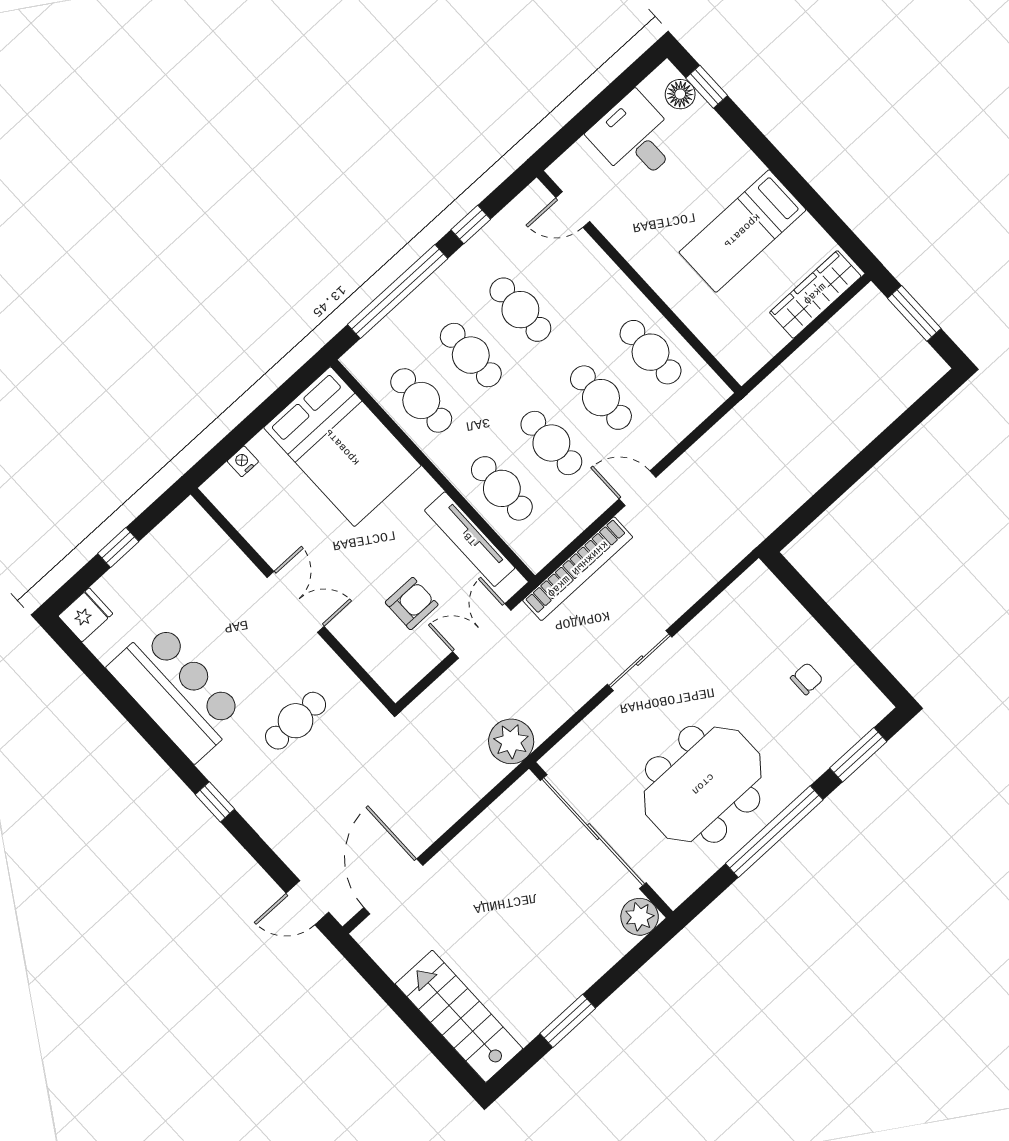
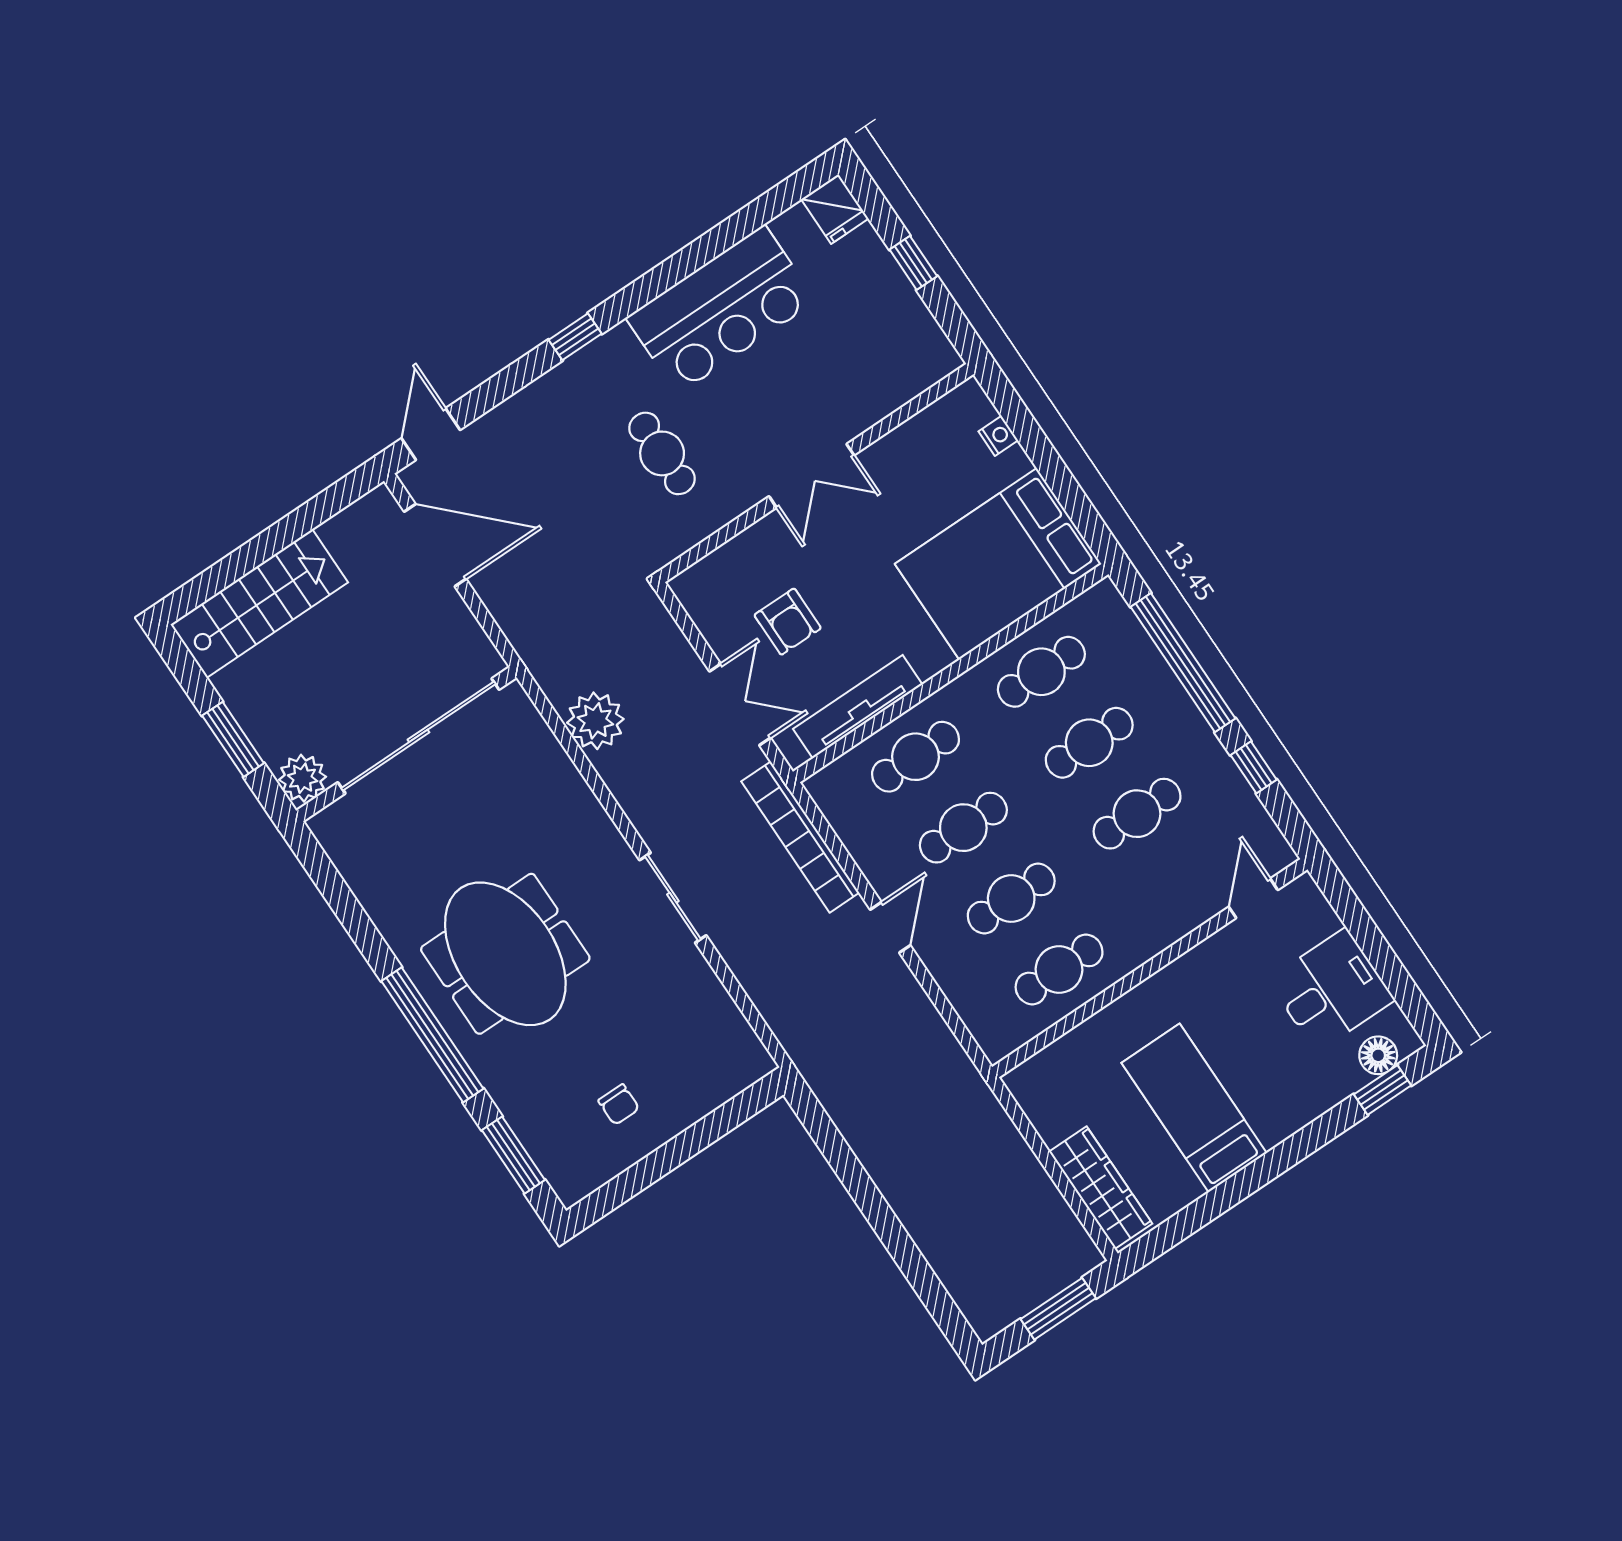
sliding door: (593, 832) -> (418, 736), moved
wall: (601, 840) -> (406, 744), moved
plant: (640, 917) -> (303, 778), moved

